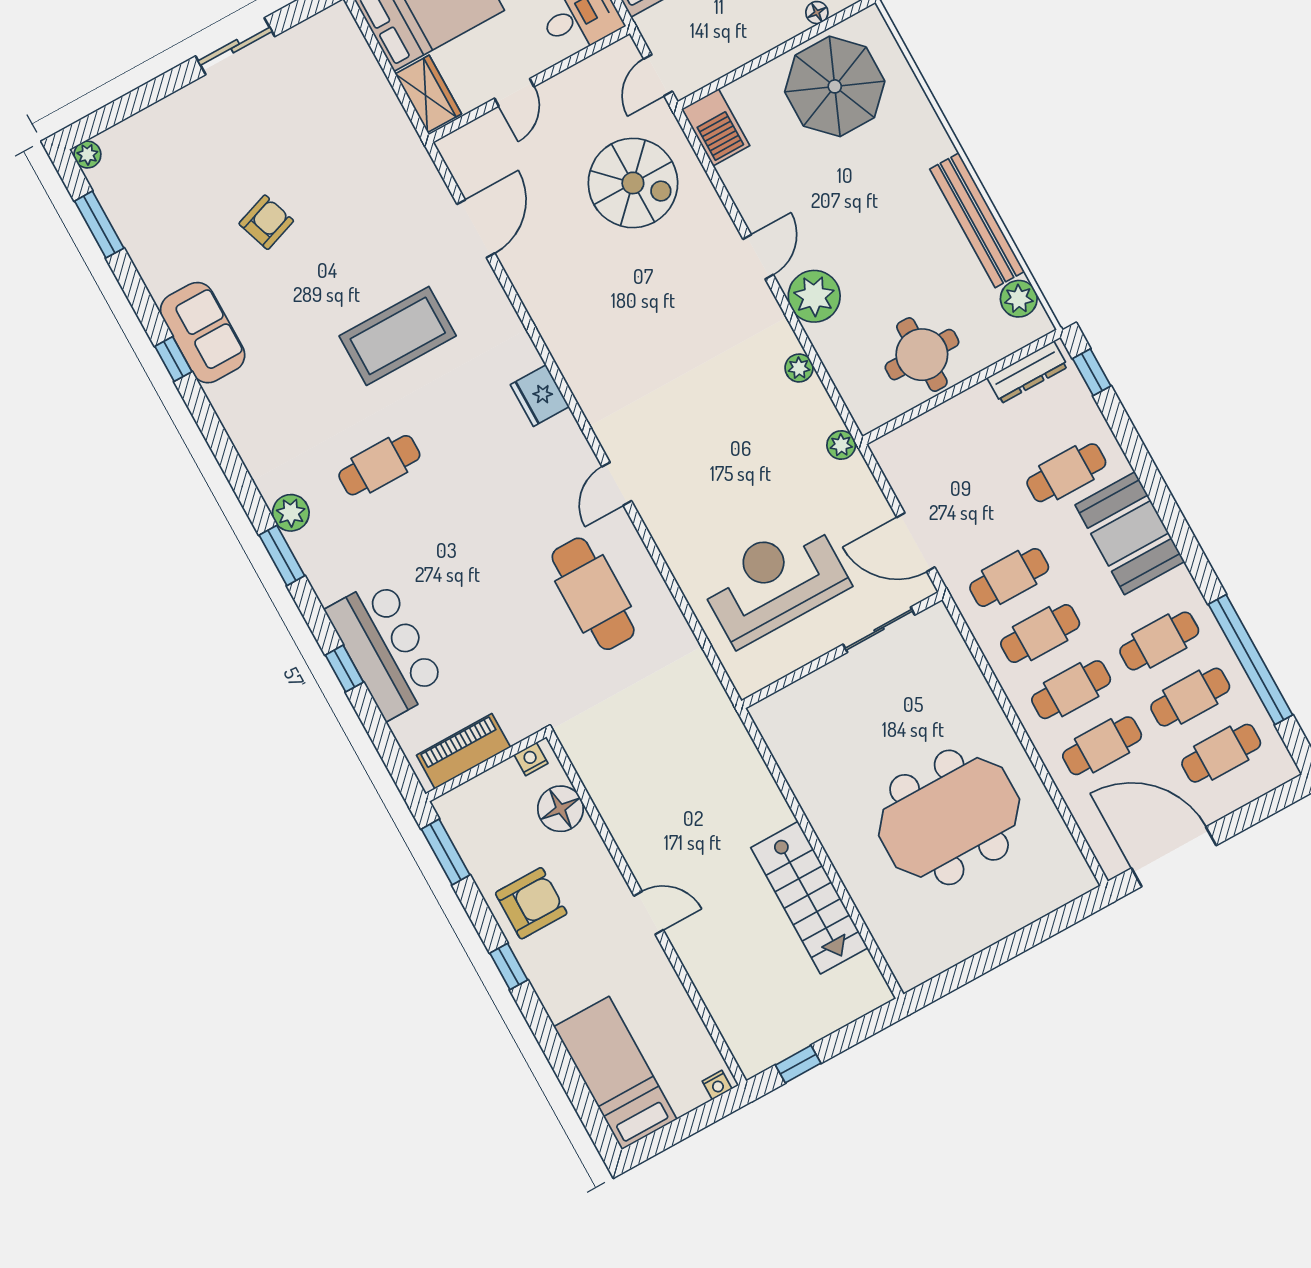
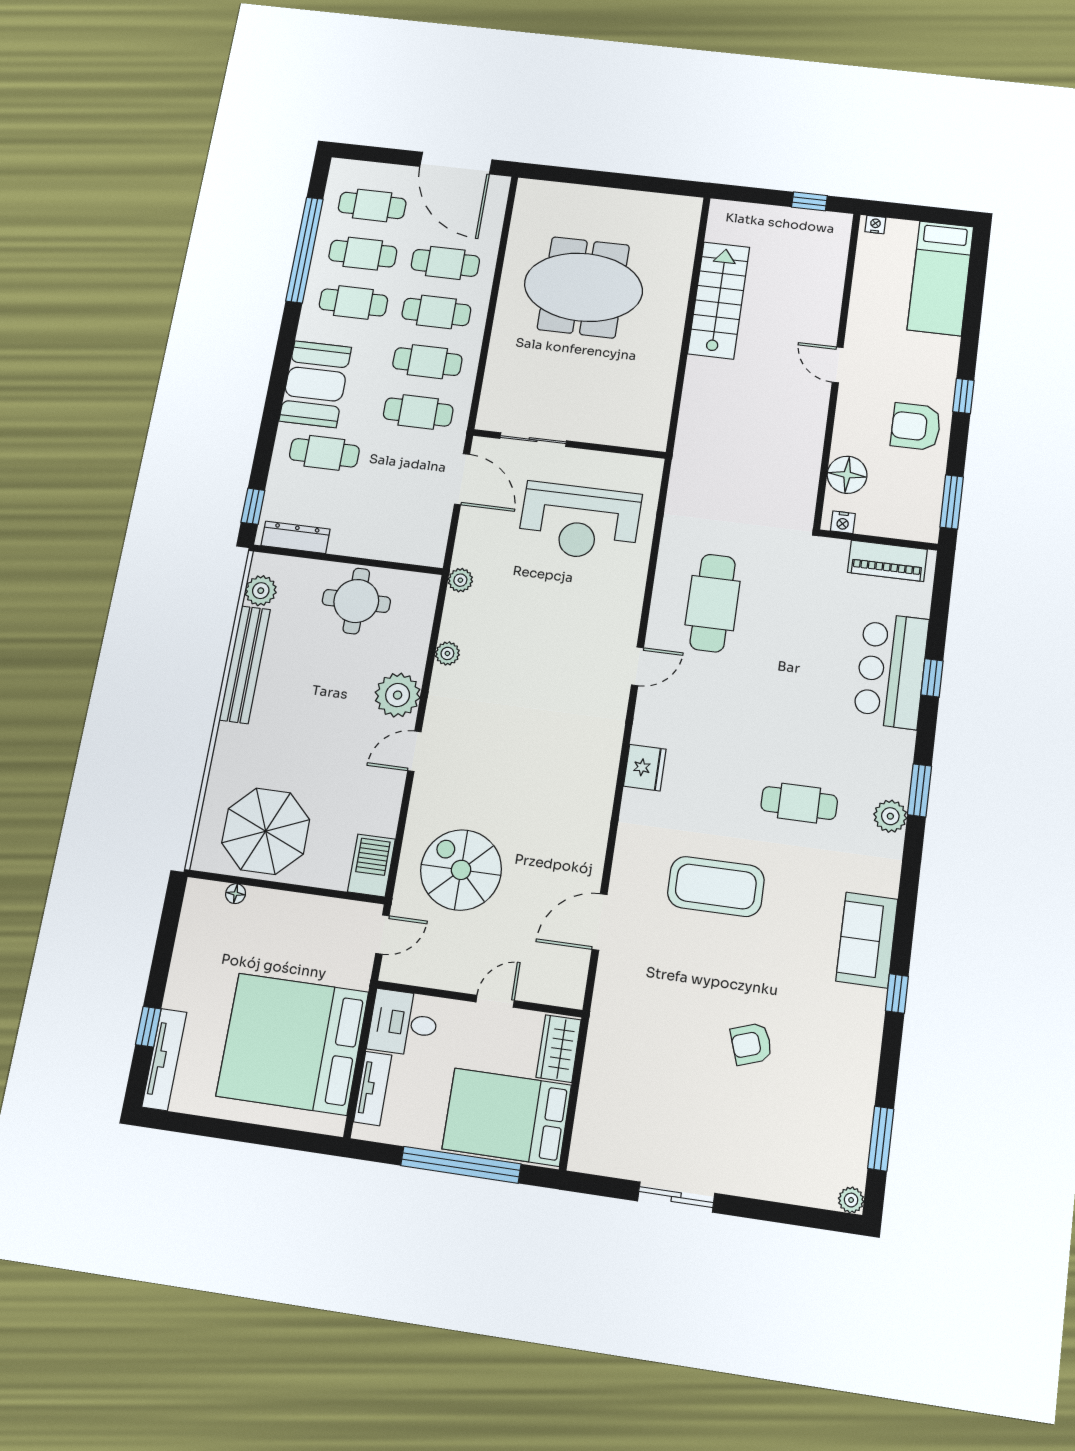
sofa: (203, 333) -> (867, 940), moved

